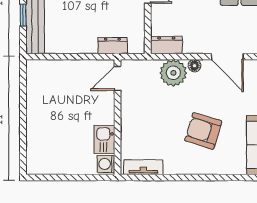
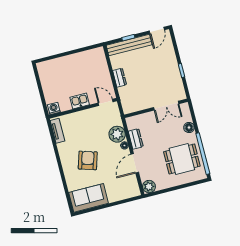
dresser: (166, 45) -> (136, 139), moved
dresser: (112, 46) -> (120, 78), moved
kitchen sink: (104, 140) -> (80, 101), moved

